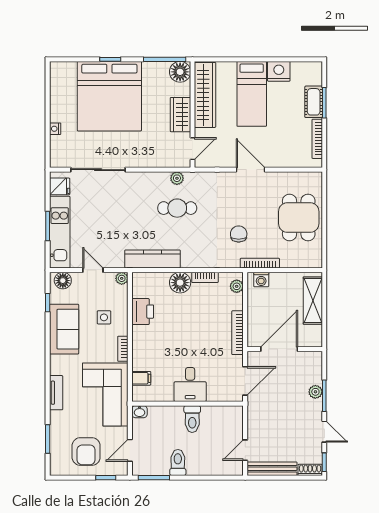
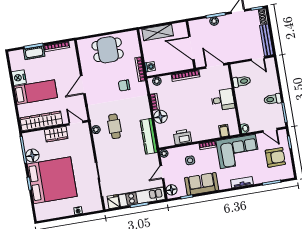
floor lamp: (180, 72) -> (32, 156), moved
toilet: (192, 419) -> (242, 81), moved

